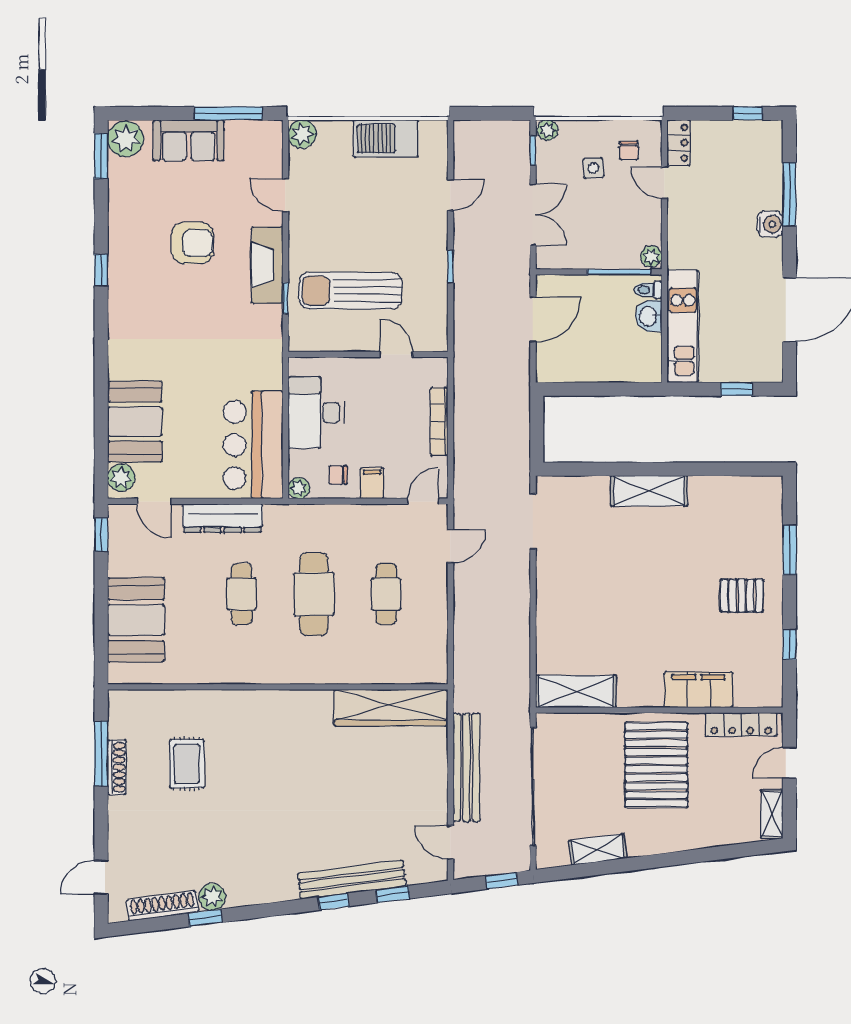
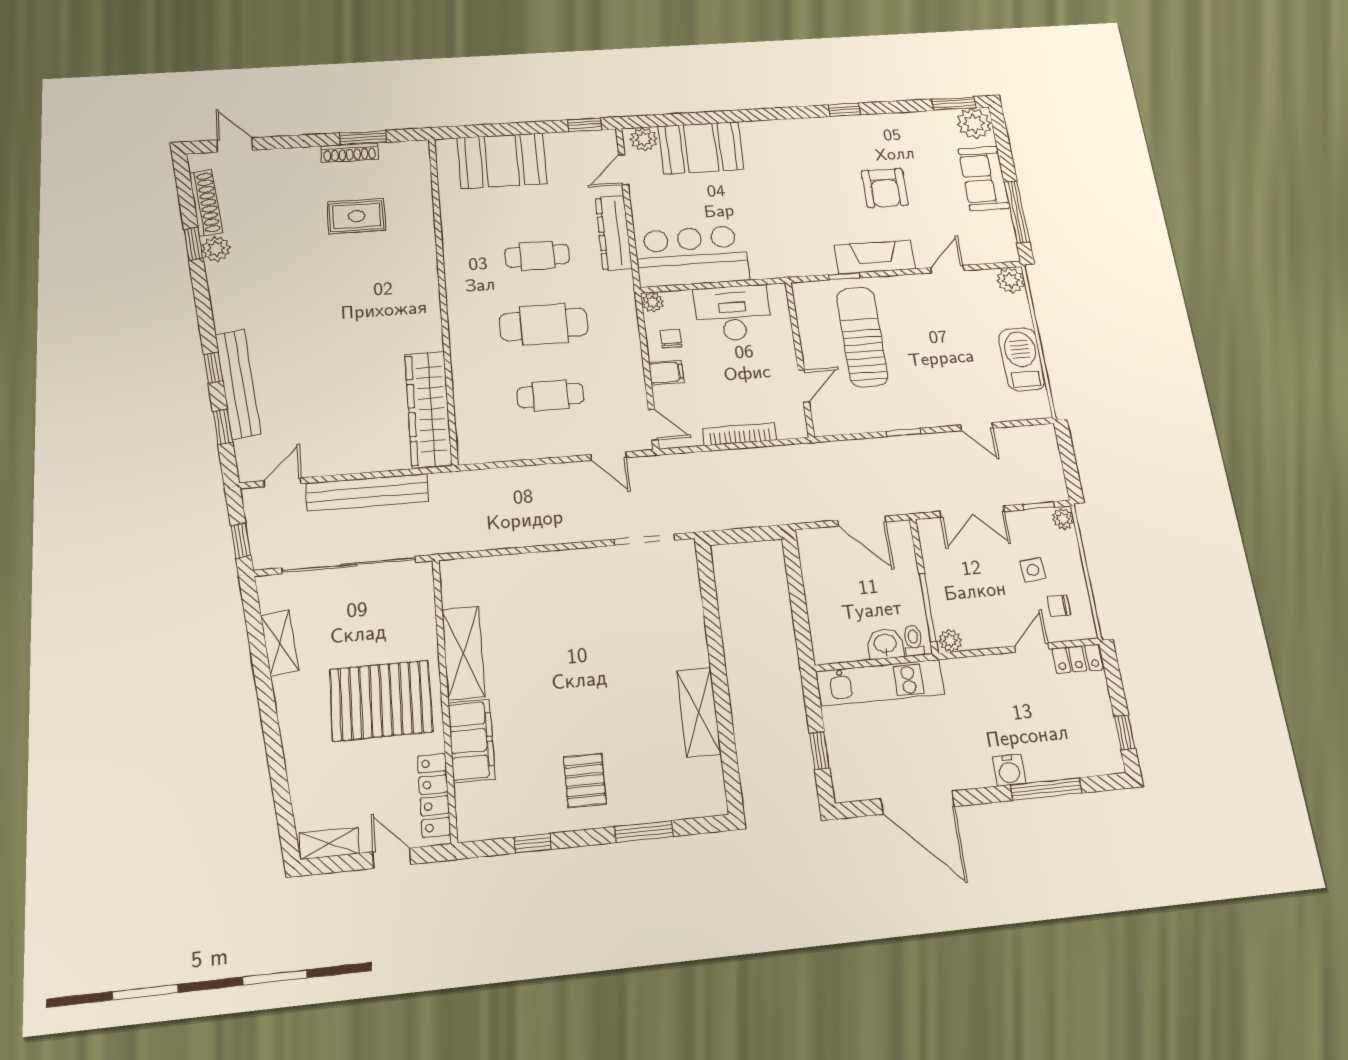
shelving: (649, 491) -> (699, 712), moved
shelving: (576, 691) -> (463, 653), moved
window: (101, 754) -> (363, 138), width x0.69

